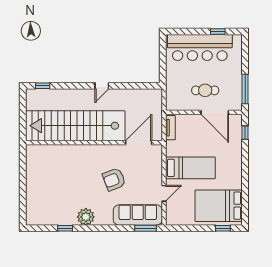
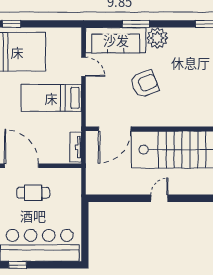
door: (164, 193) -> (84, 67), swing flipped
plant: (86, 217) -> (157, 38), moved
window: (146, 228) -> (136, 24), moved

